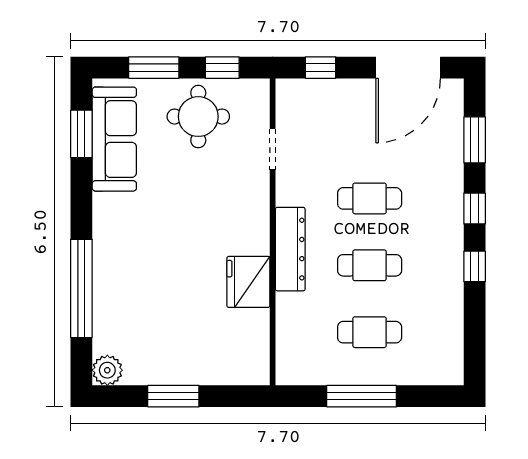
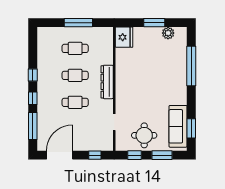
window: (475, 140) -> (33, 126), width x1.44
fridge: (248, 282) -> (124, 37), moved
plant: (107, 370) -> (168, 33), moved

